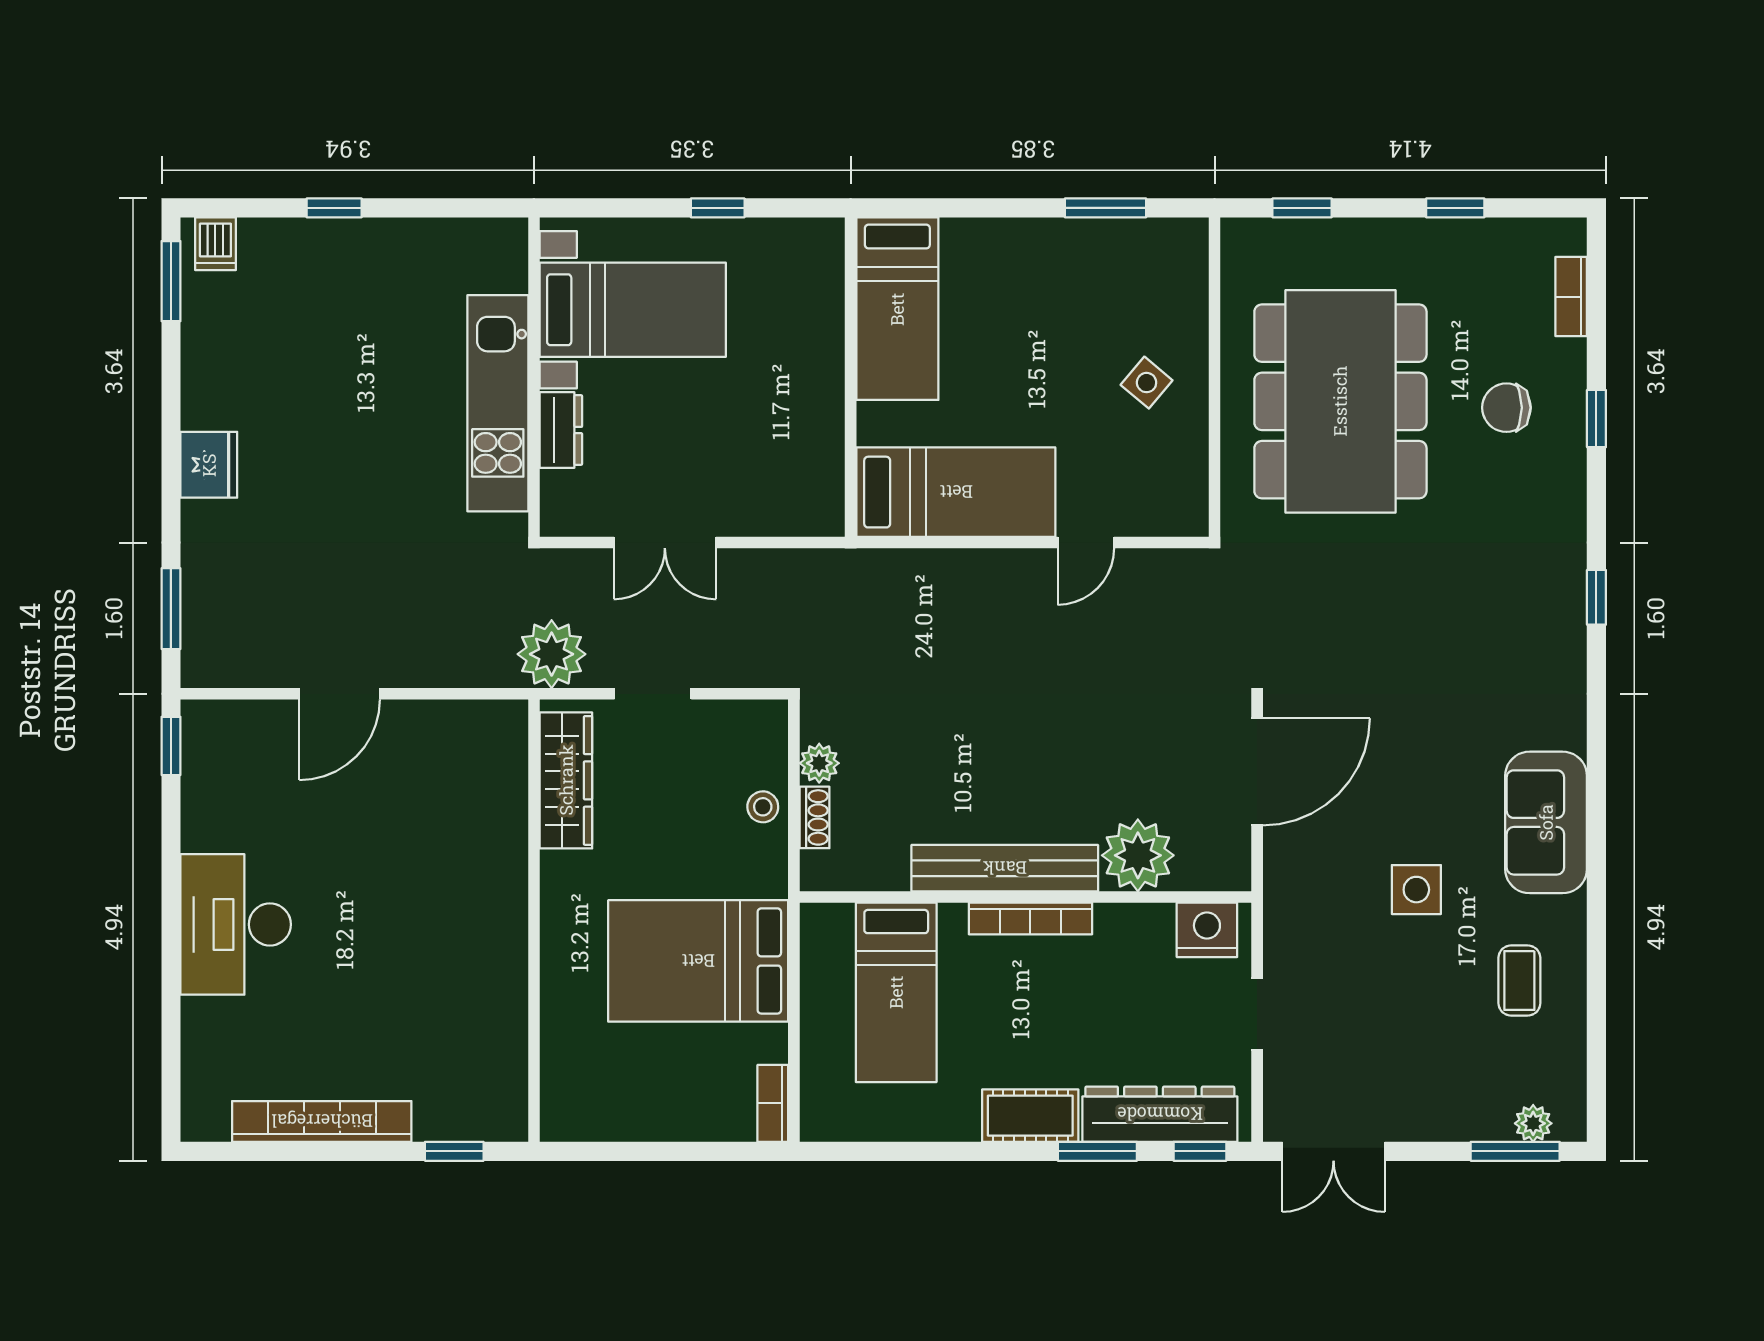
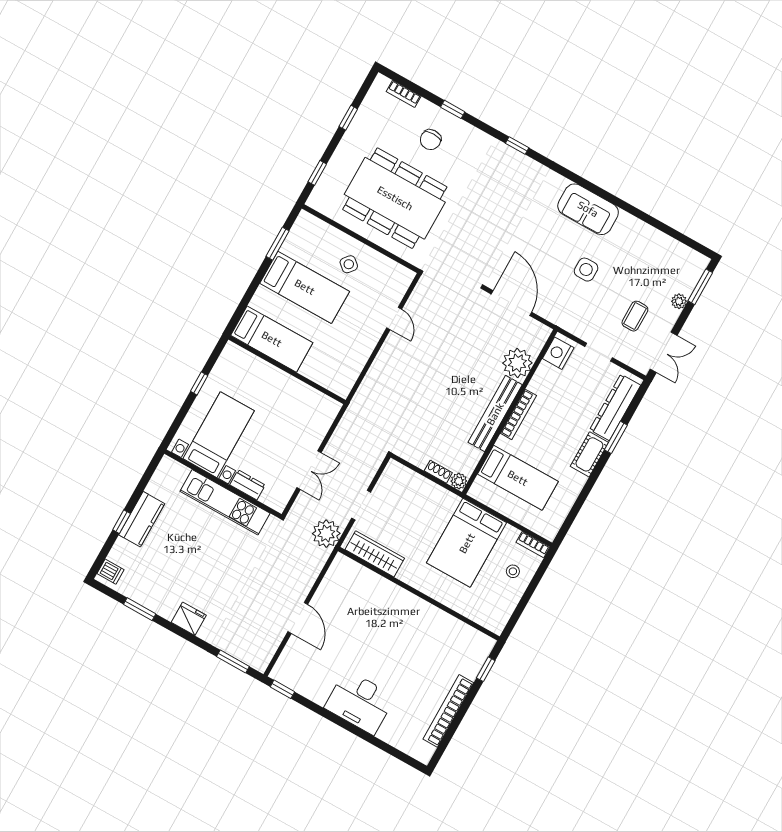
kitchen counter: (363, 248) -> (142, 519), added
window: (171, 281) -> (140, 609), moved
bed: (956, 492) -> (305, 287), moved, turned 90
plant: (819, 763) -> (459, 481), moved
stool: (763, 807) -> (513, 571), moved
coffee table: (1519, 980) -> (635, 316), moved, turned 90
plant: (1533, 1123) -> (679, 301), moved
window: (1200, 1151) -> (637, 400), removed

